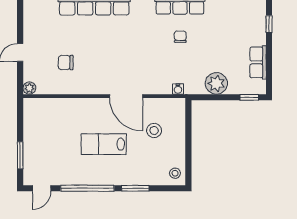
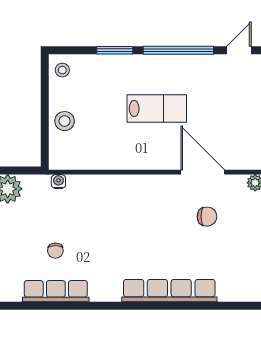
door: (126, 96) -> (203, 172), moved
stool: (154, 130) -> (65, 121), moved

